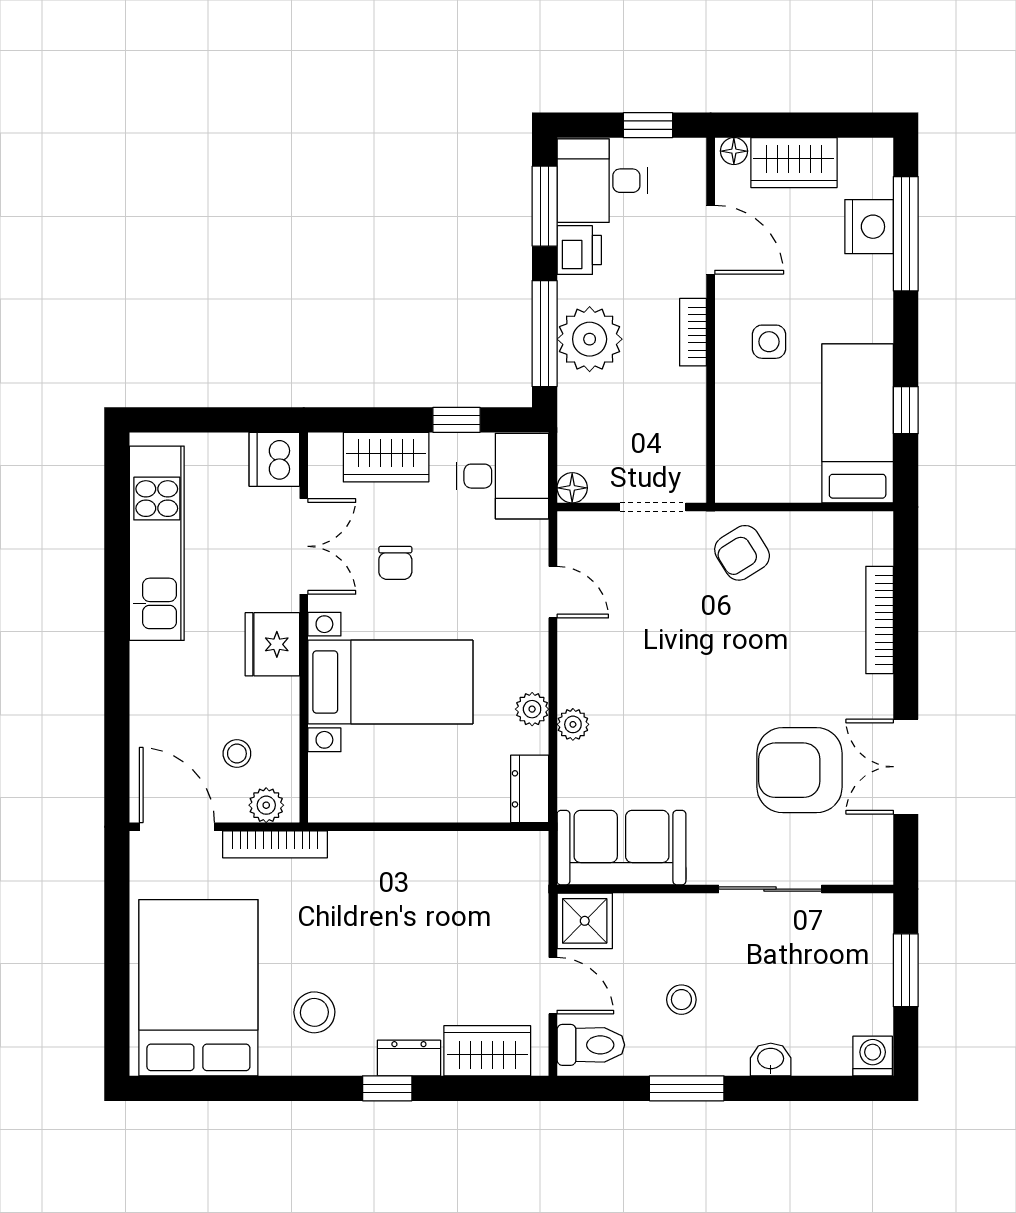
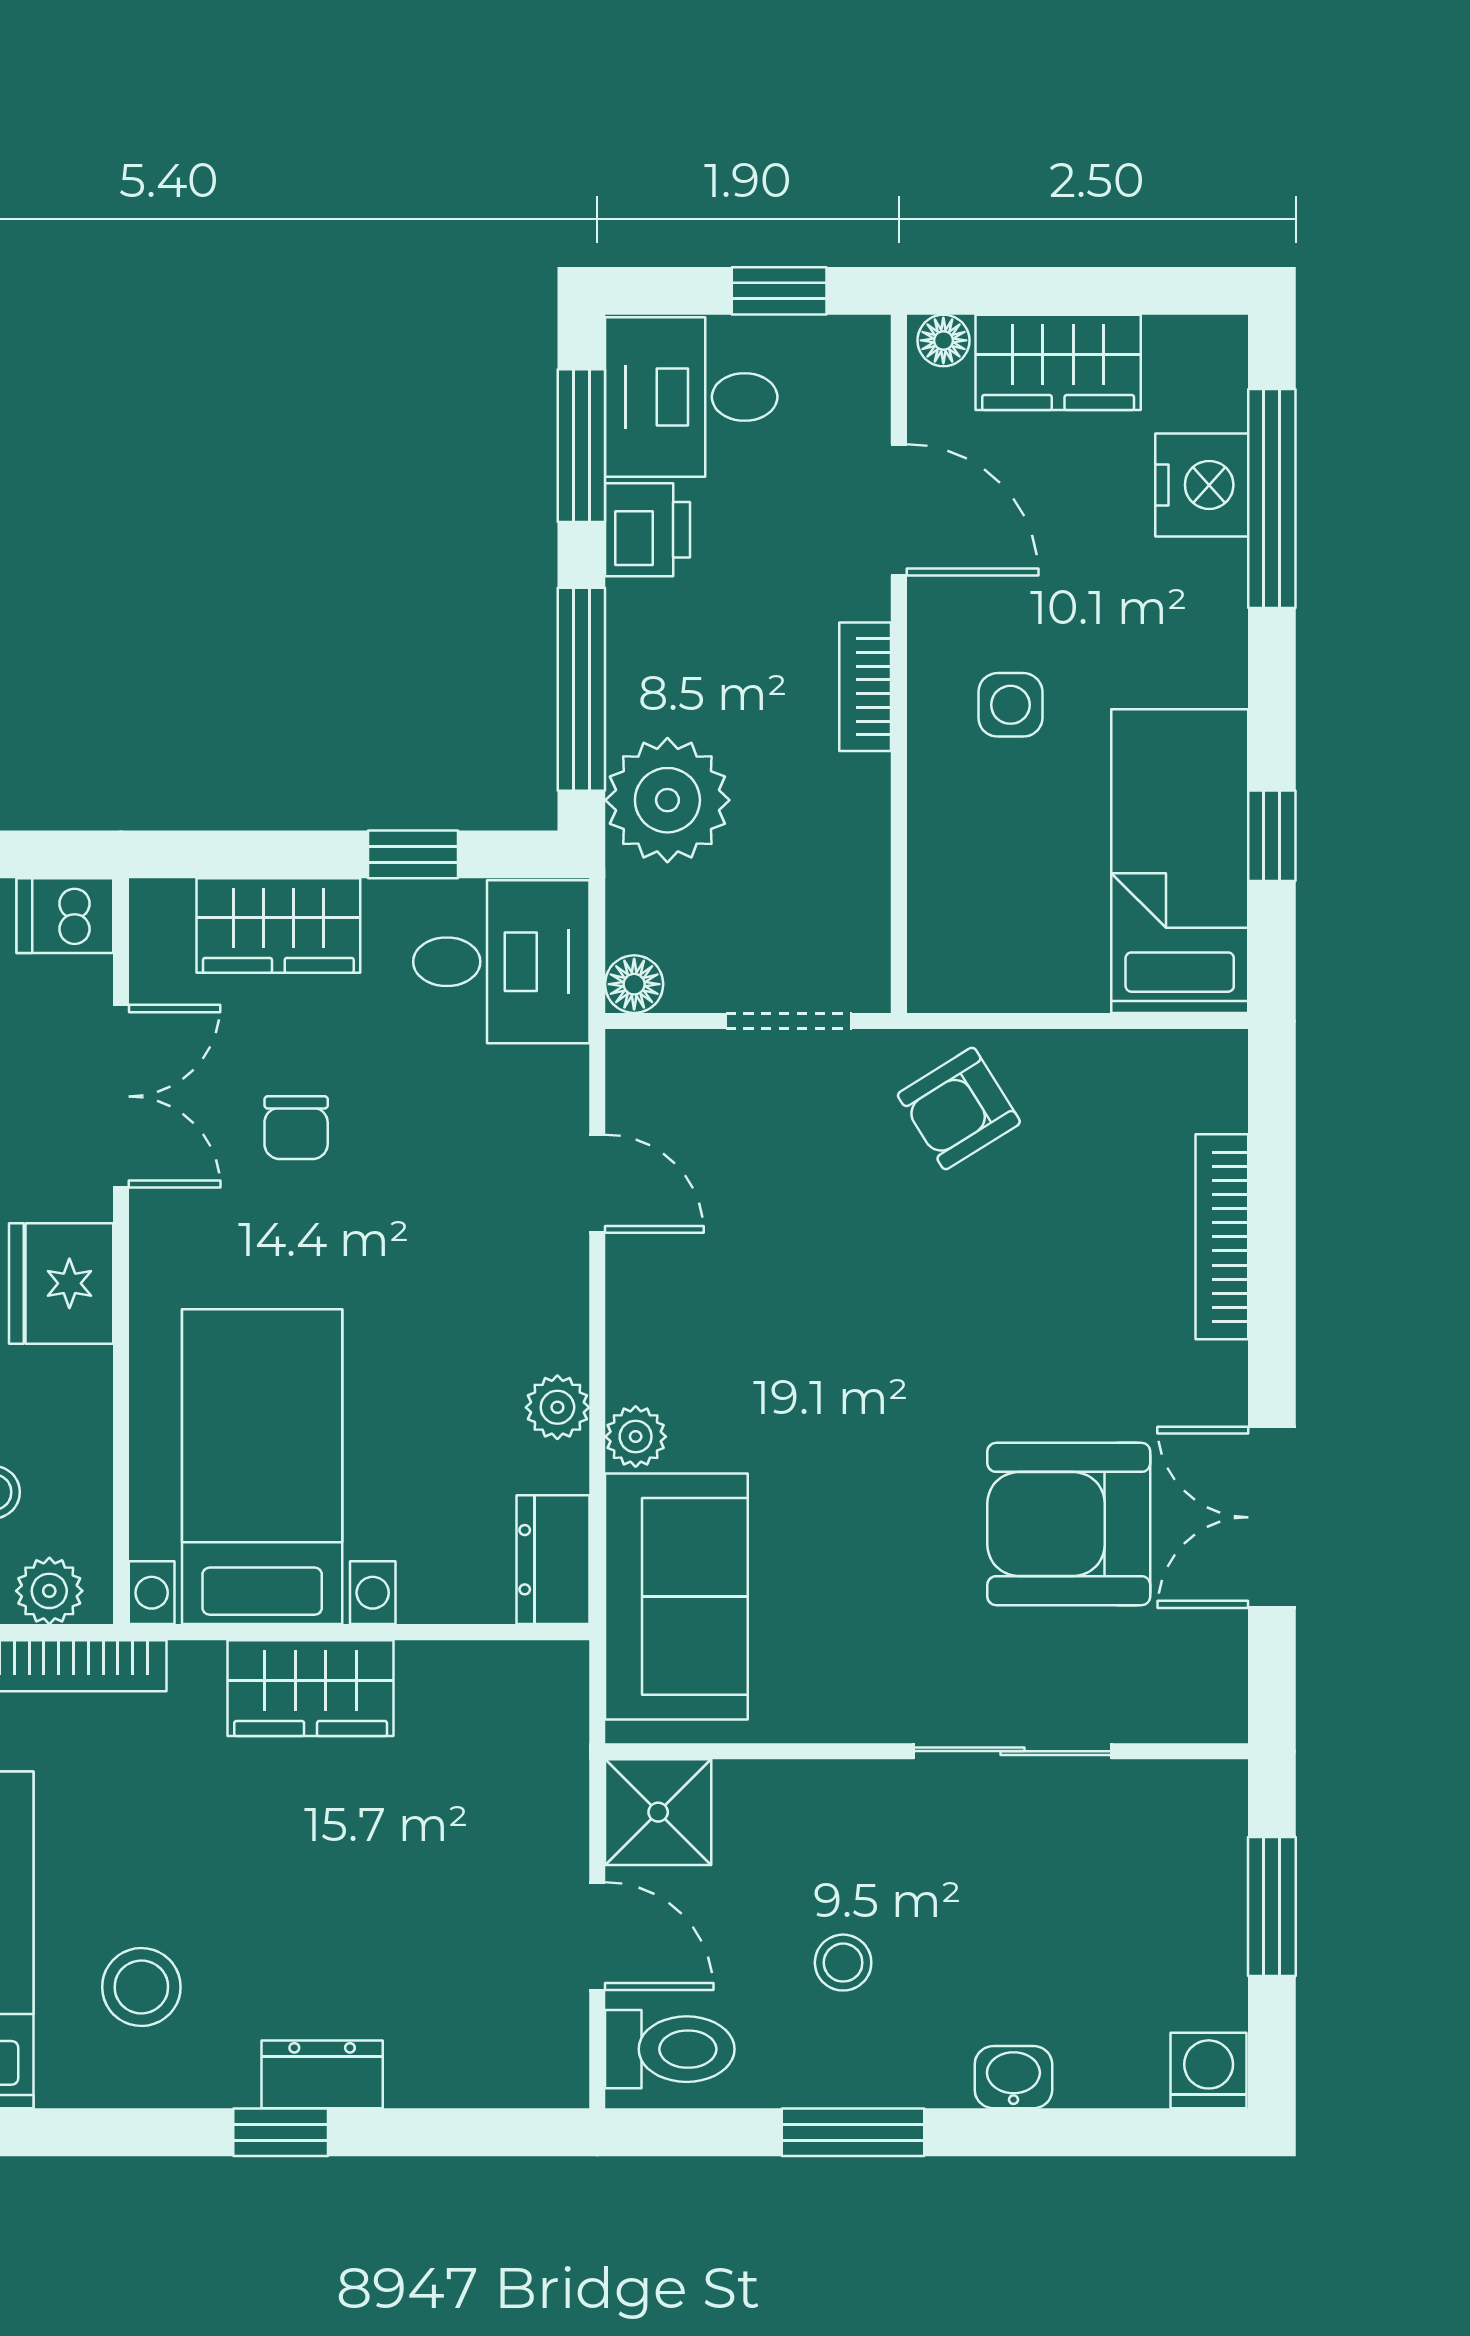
plant: (590, 339) -> (667, 800), moved
dishwasher: (274, 459) -> (65, 916), width x0.73
bed with nightstands: (390, 682) -> (262, 1467), moved, turned -90
sofa: (621, 848) -> (676, 1596), moved, turned 90
wardrobe: (487, 1051) -> (311, 1688), moved, turned 180

